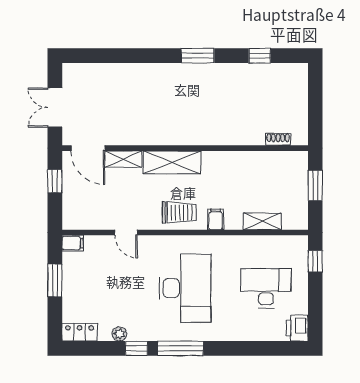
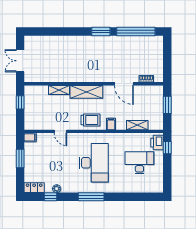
window: (260, 56) -> (136, 32), width x3.17
door: (88, 148) -> (124, 84), moved
printer: (297, 328) -> (157, 143), moved
window: (136, 348) -> (51, 197), moved

